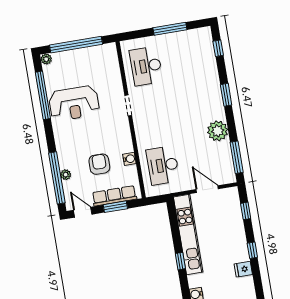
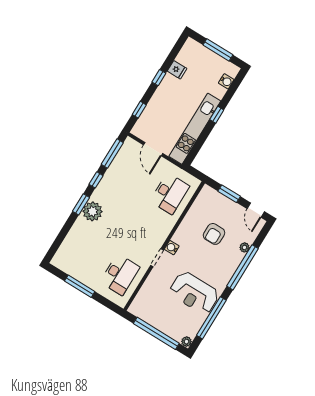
window: (218, 48) -> (96, 180), moved
reception desk: (74, 103) -> (194, 293), turned 180
plant: (218, 131) -> (92, 211), moved
water cooler: (129, 159) -> (172, 248), moved
window: (57, 178) -> (243, 267), moved
row of seats: (114, 196) -> (223, 202), removed

